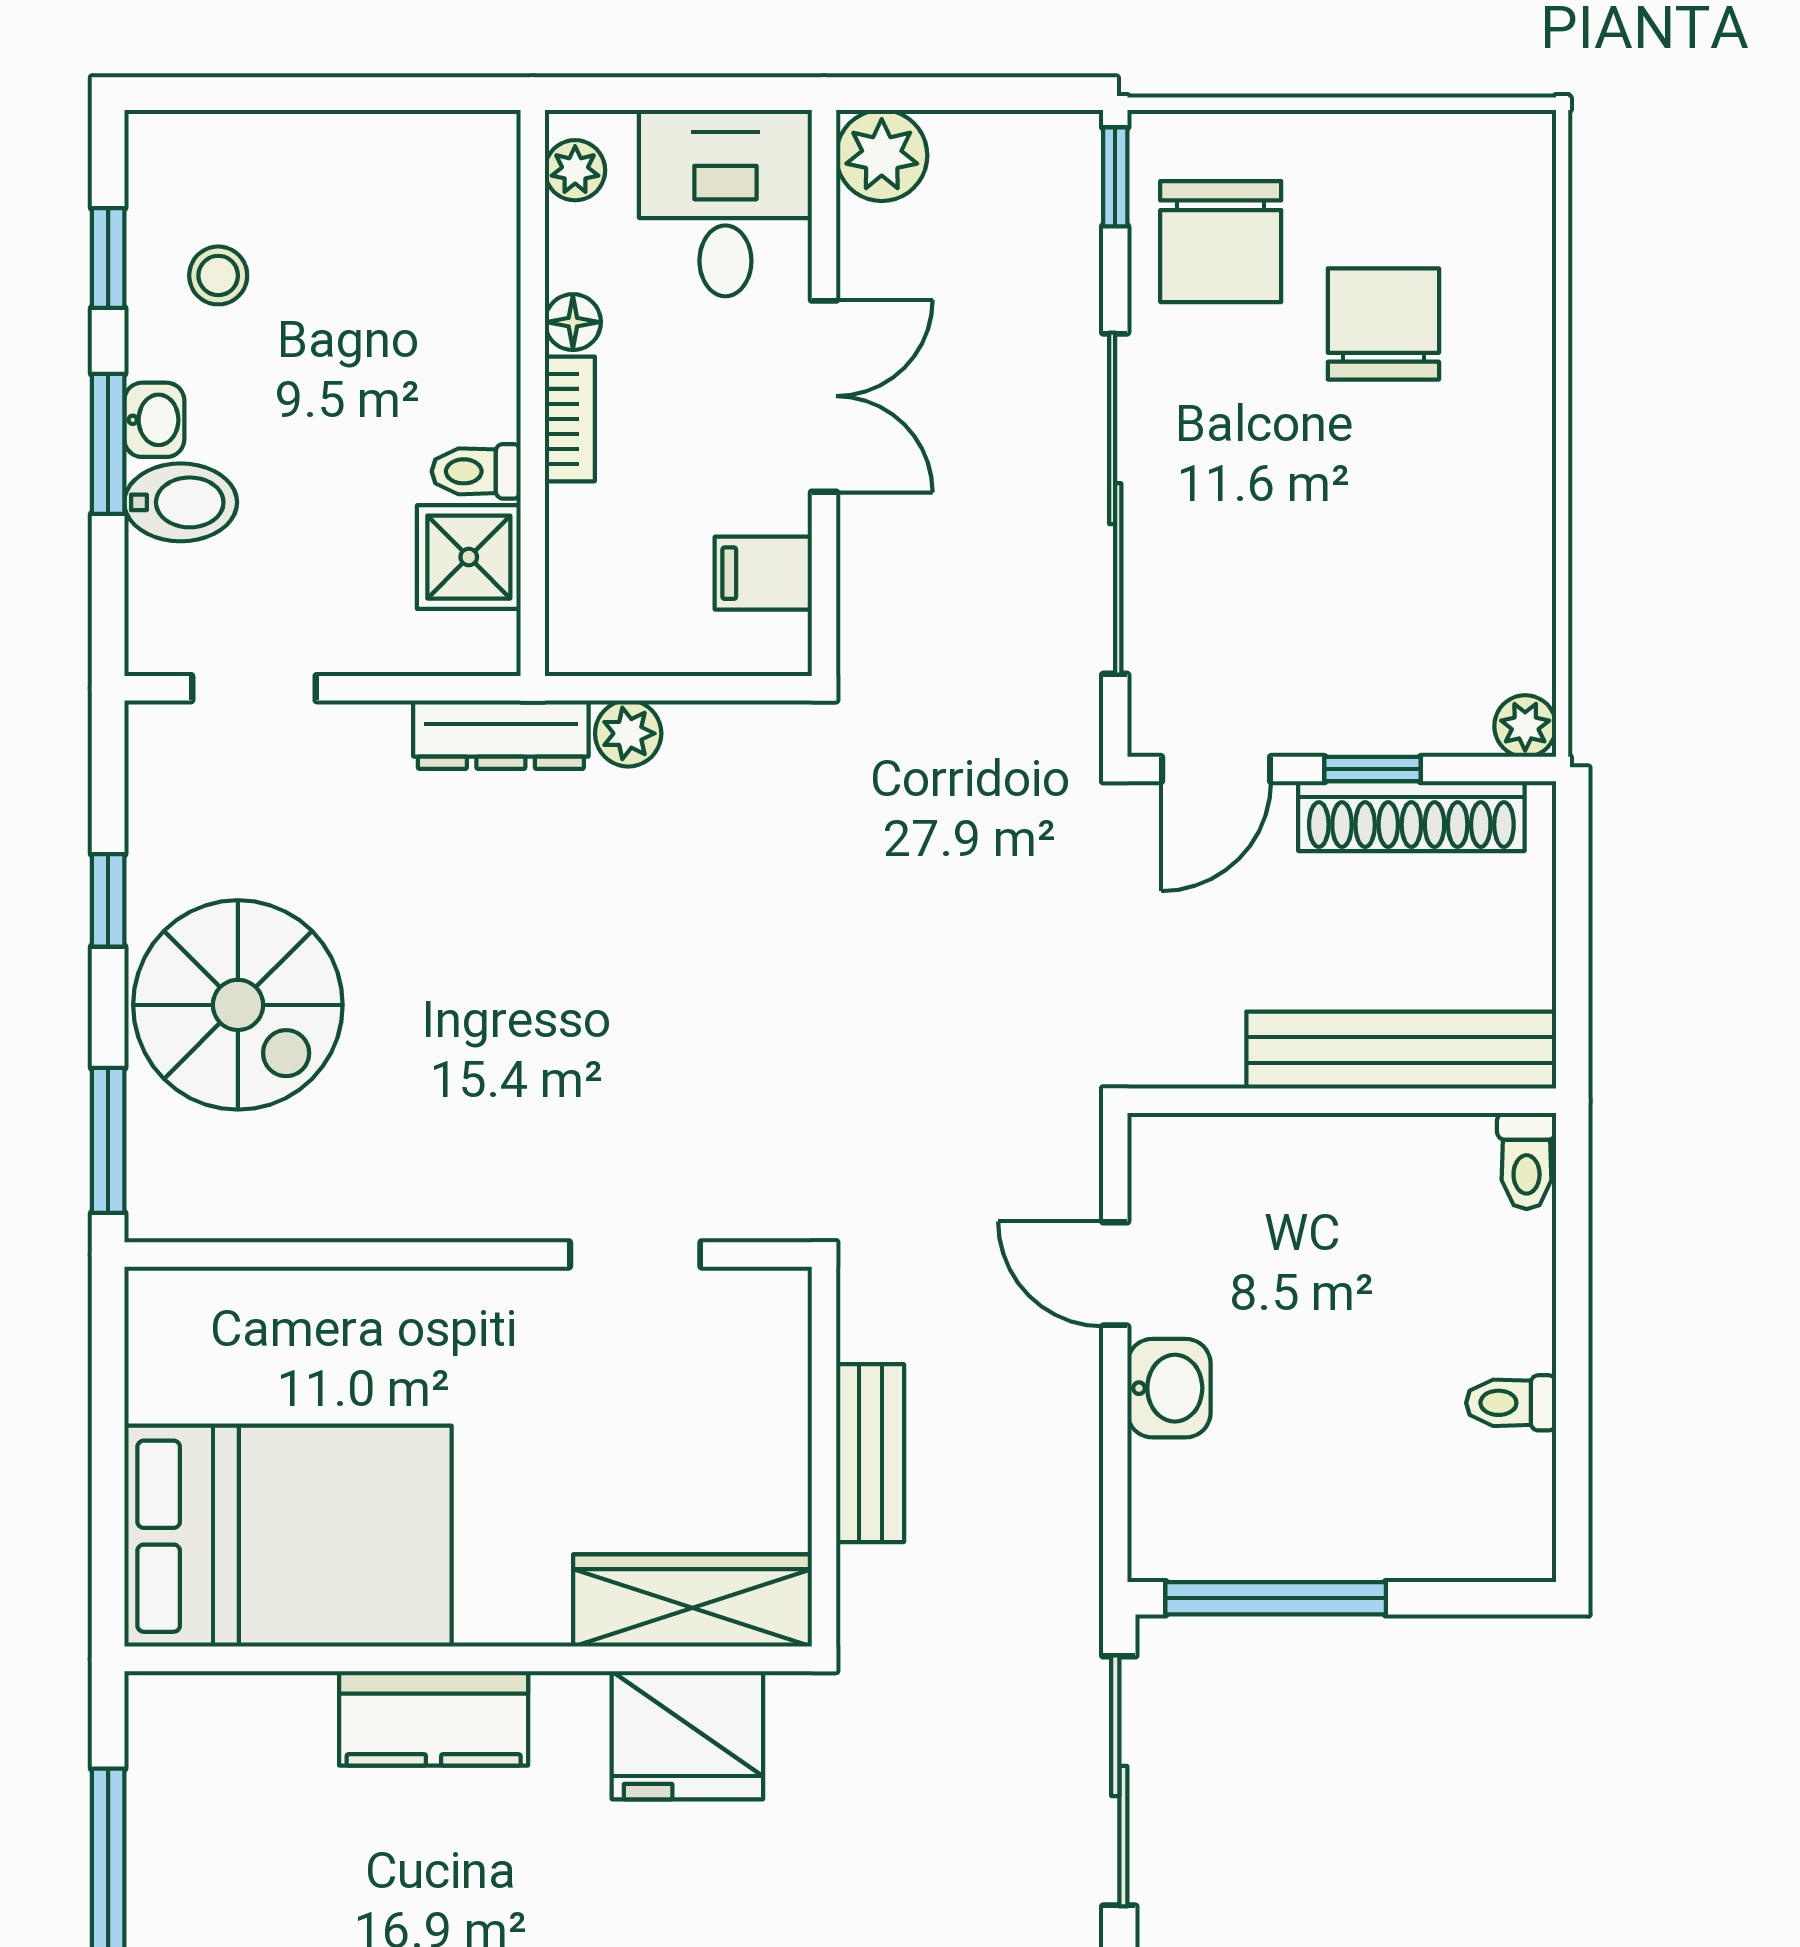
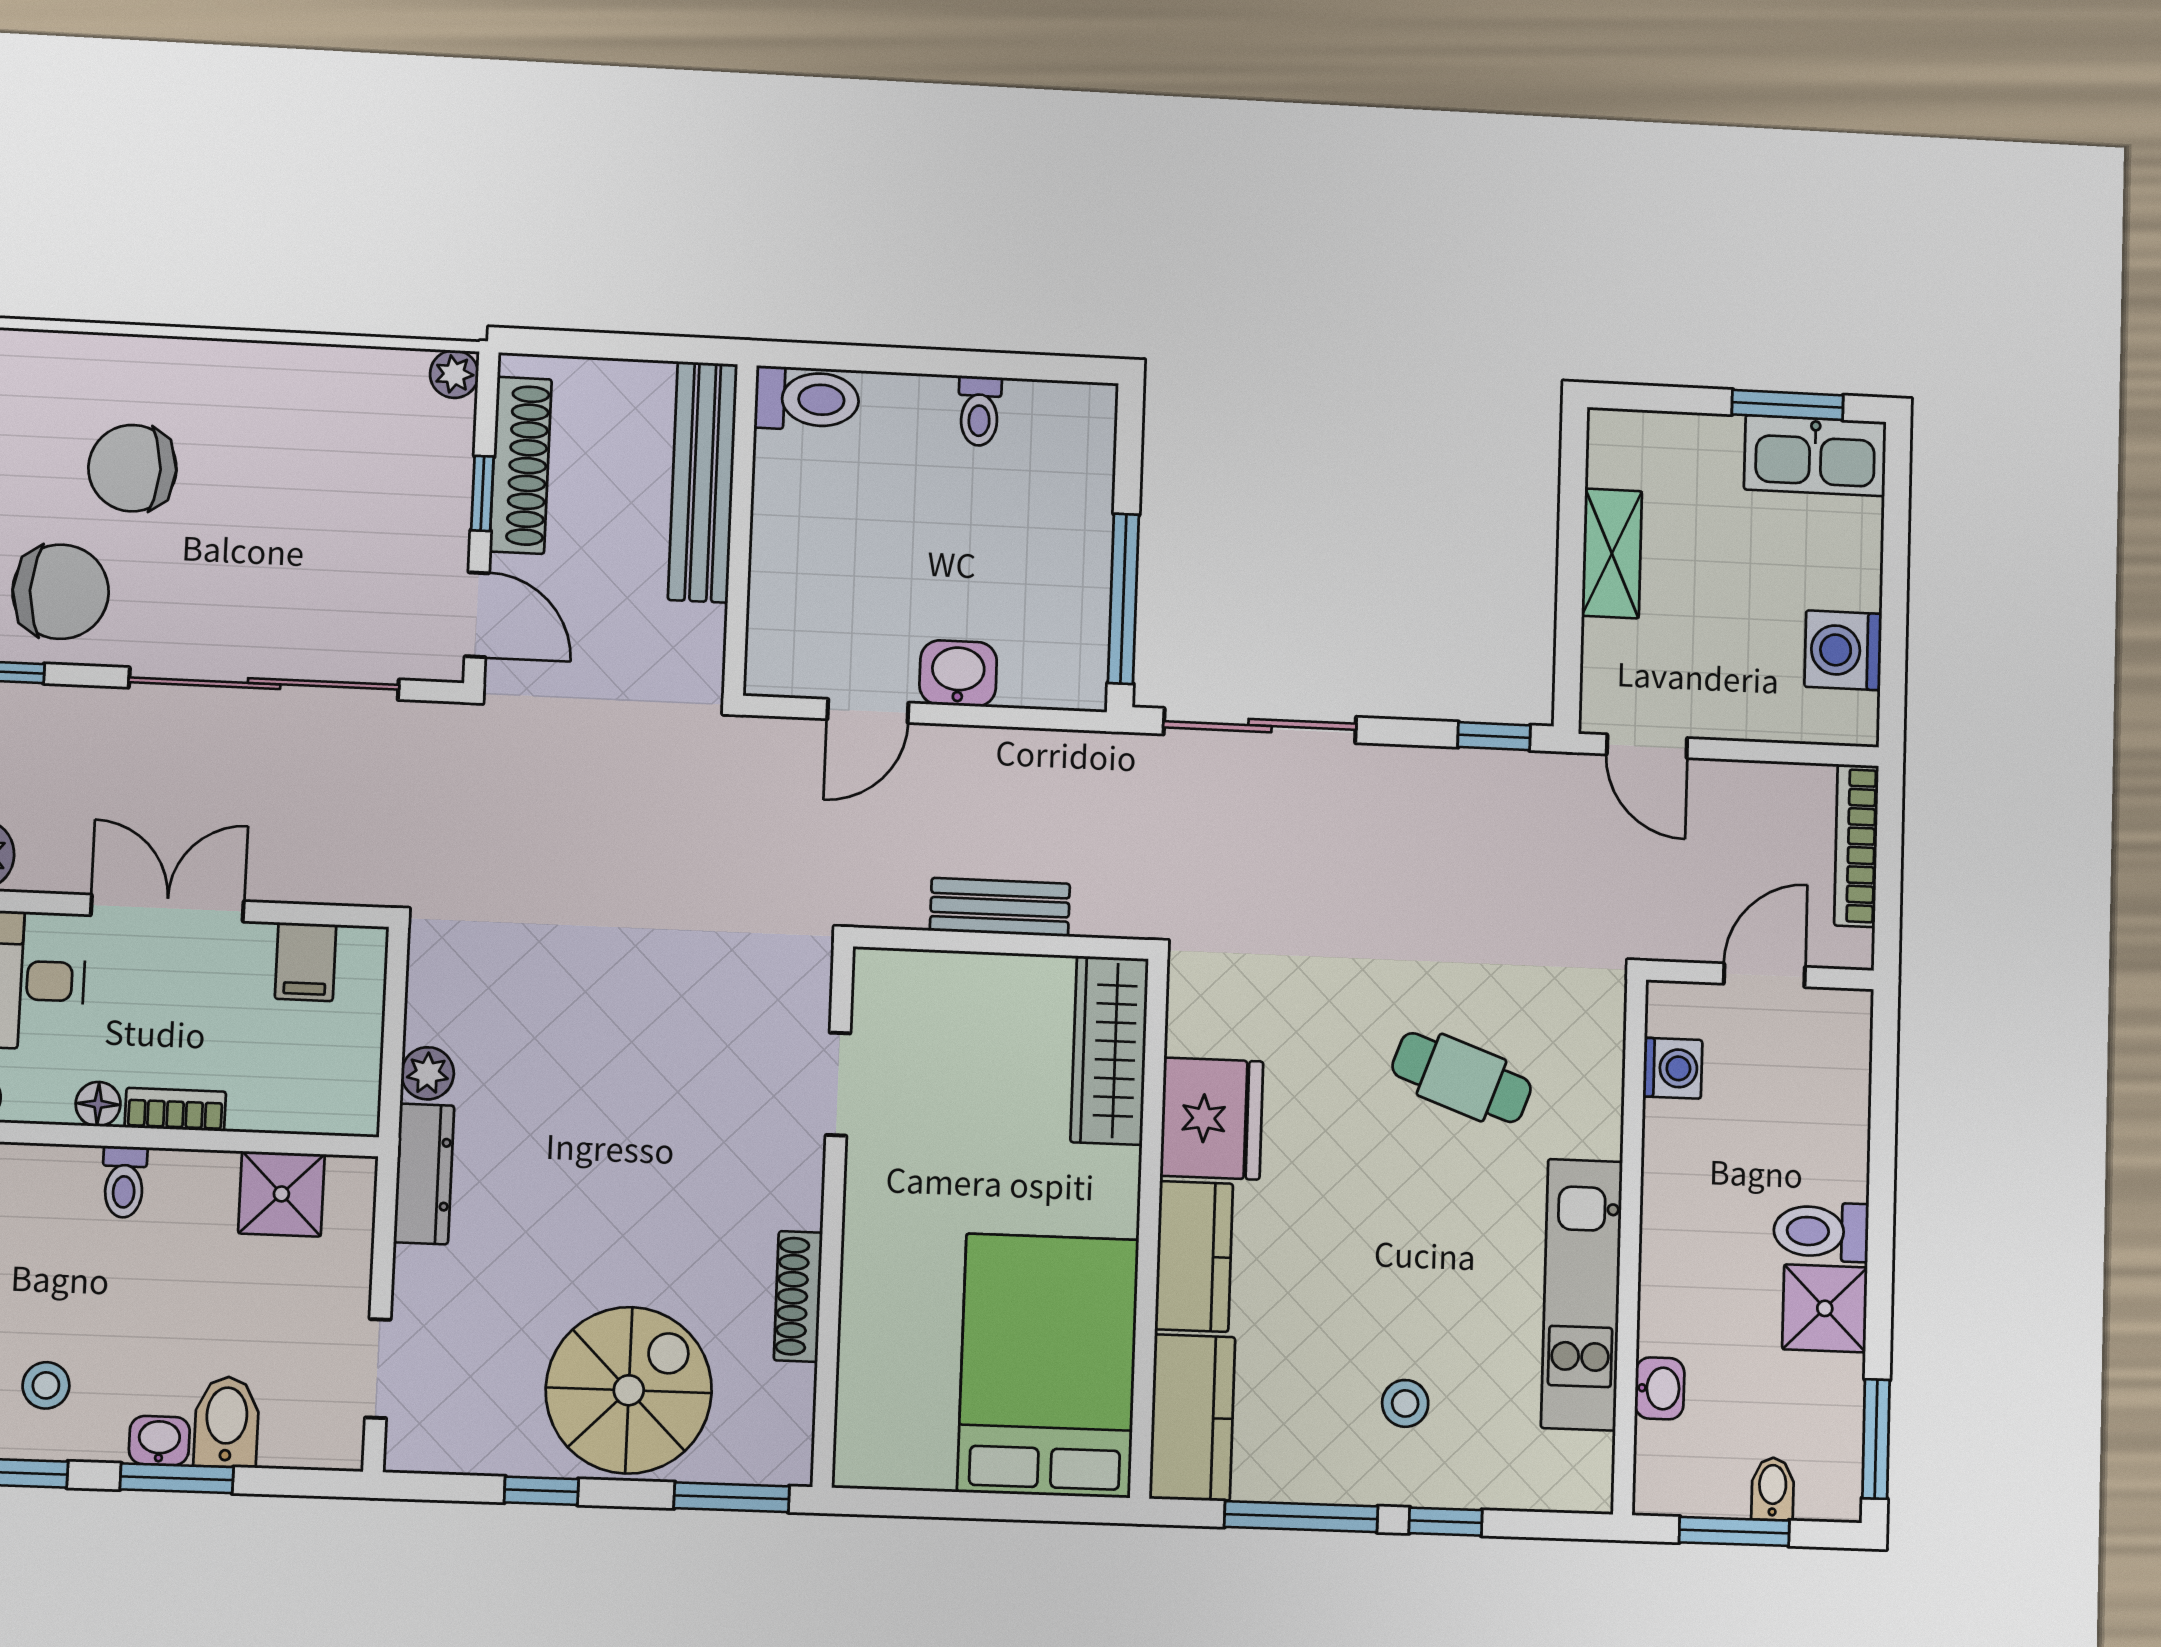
toilet: (476, 471) -> (124, 1182), moved
toilet: (1527, 1161) -> (807, 399), width x1.37, depth x1.39
shoe rack: (364, 1214) -> (798, 1296), added
kitchen counter: (229, 1723) -> (1192, 1418), added
fridge: (687, 1735) -> (1212, 1119), moved

